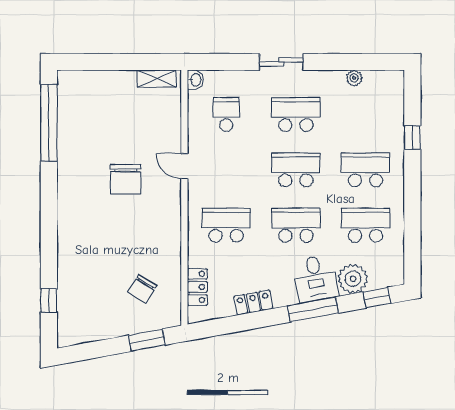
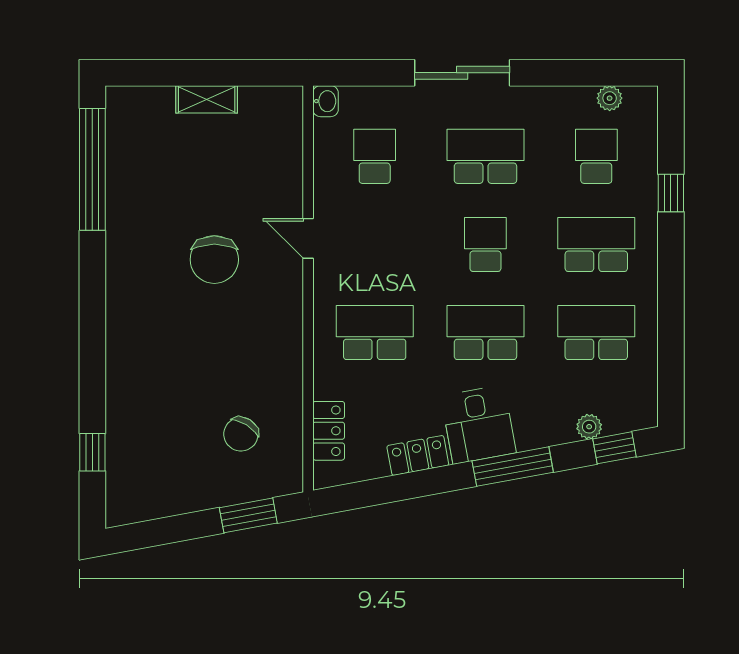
sliding door: (281, 62) -> (462, 73), width x1.37
plant: (354, 78) -> (610, 98), moved
shelving: (157, 79) -> (207, 99), moved
school desk: (366, 114) -> (596, 156), added
school desk: (296, 170) -> (485, 244), width x0.54
desk: (316, 279) -> (478, 425), moved
plant: (353, 279) -> (589, 427), width x0.53, depth x0.53

